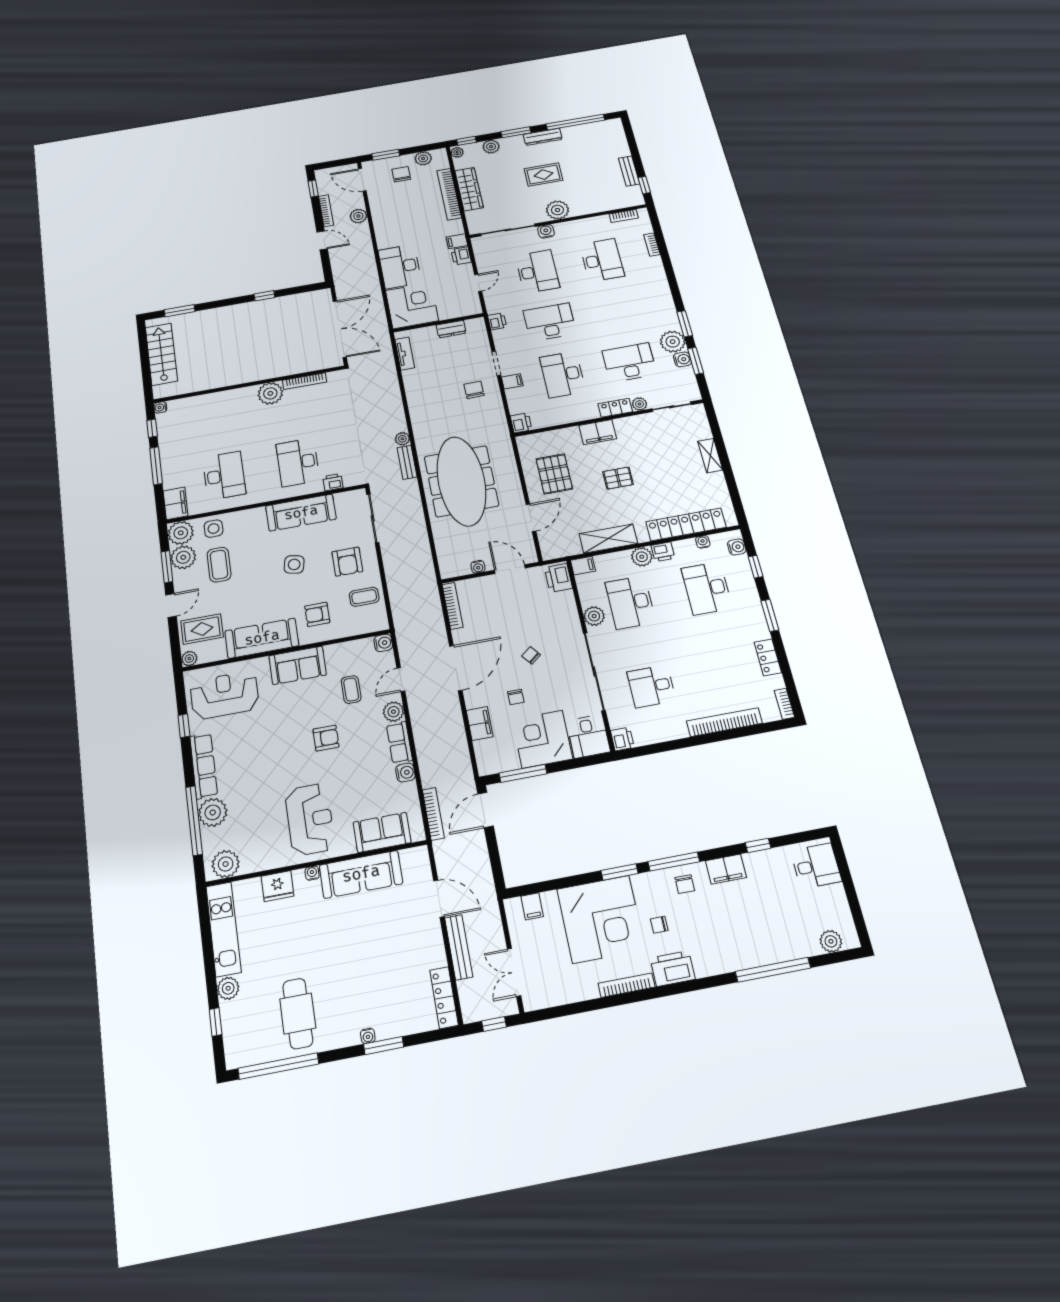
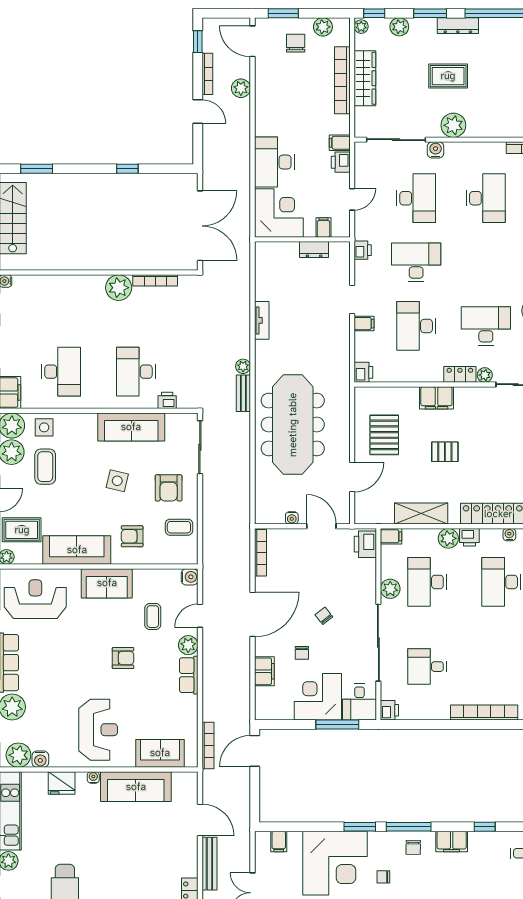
filing cabinet: (456, 310) -> (323, 227), added
tv unit: (405, 353) -> (262, 320), moved
chair: (474, 390) -> (324, 325), removed
water cooler: (405, 773) -> (40, 759), moved, turned 90
window: (523, 773) -> (337, 724), moved

